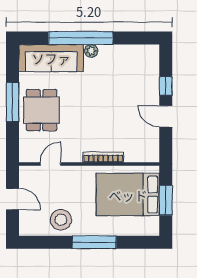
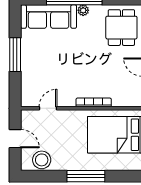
dining table: (42, 110) -> (121, 28), moved
stool: (61, 220) -> (42, 160), moved

